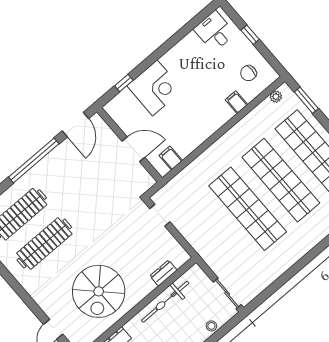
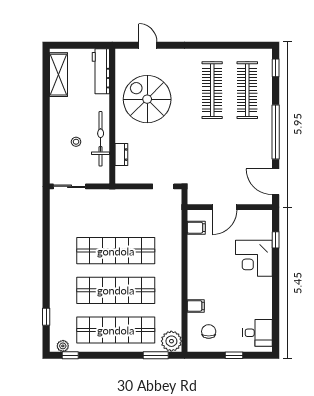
plant: (276, 97) -> (171, 341), width x1.88, depth x1.88
stool: (211, 326) -> (76, 142), moved

